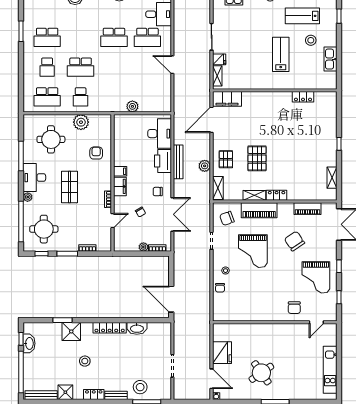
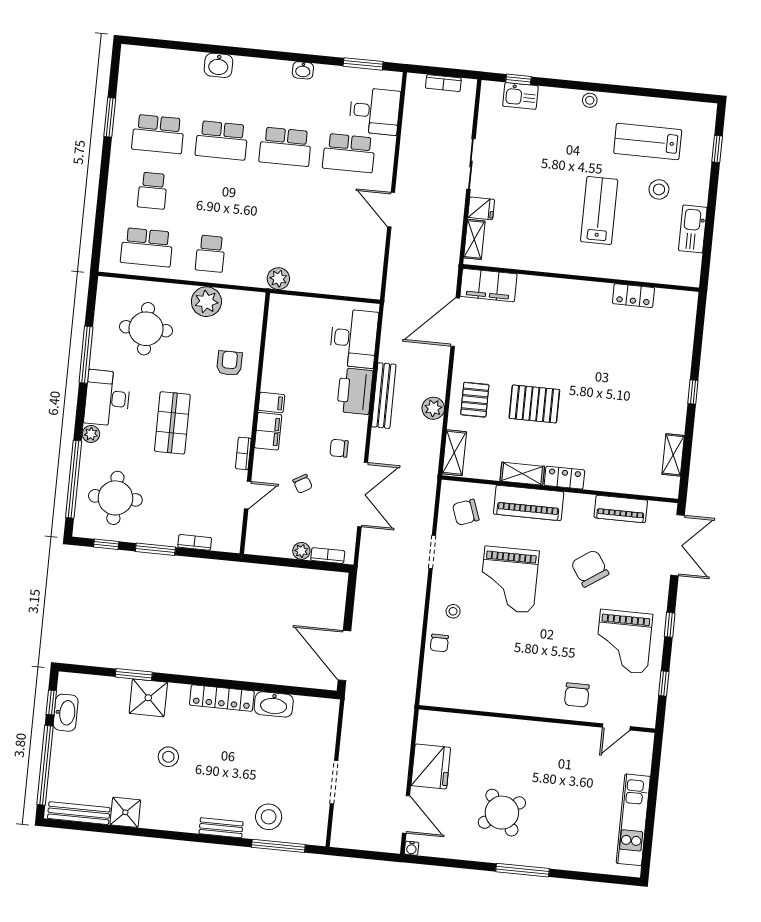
school desk: (81, 67) -> (222, 140), moved
plant: (132, 106) -> (278, 279), moved
pallet: (257, 158) -> (534, 404), turned 90
locker: (94, 394) -> (179, 822), removed

